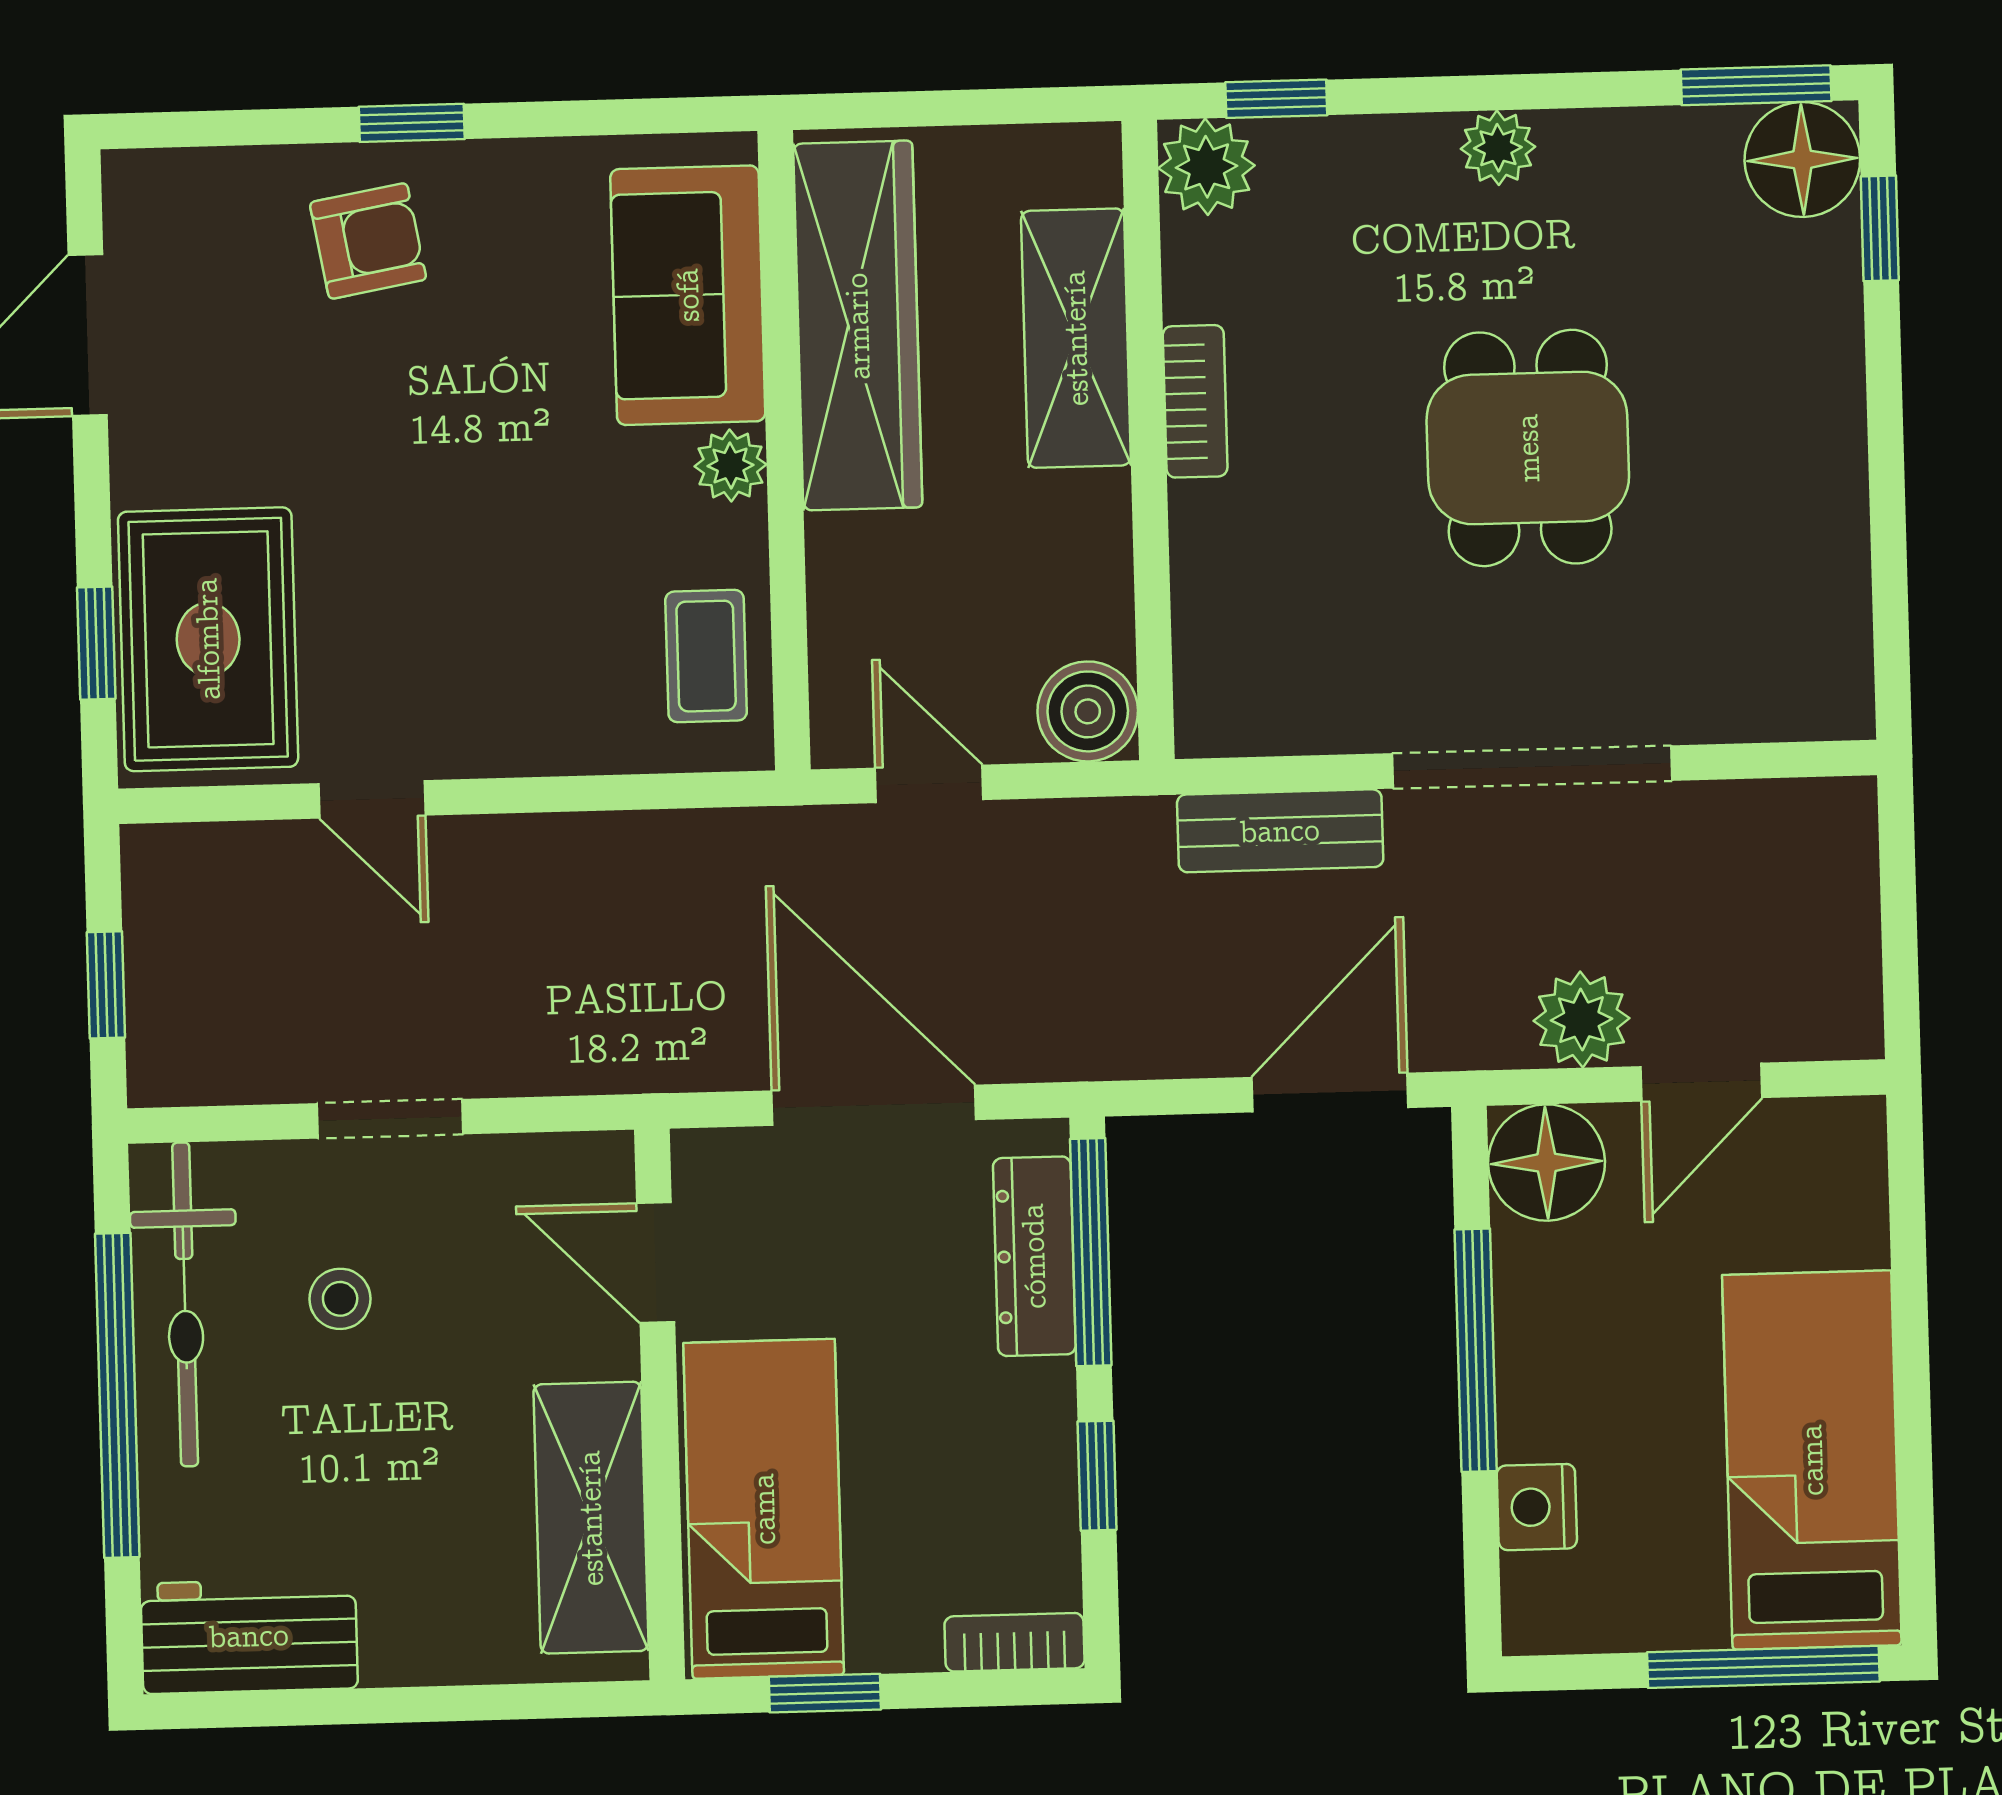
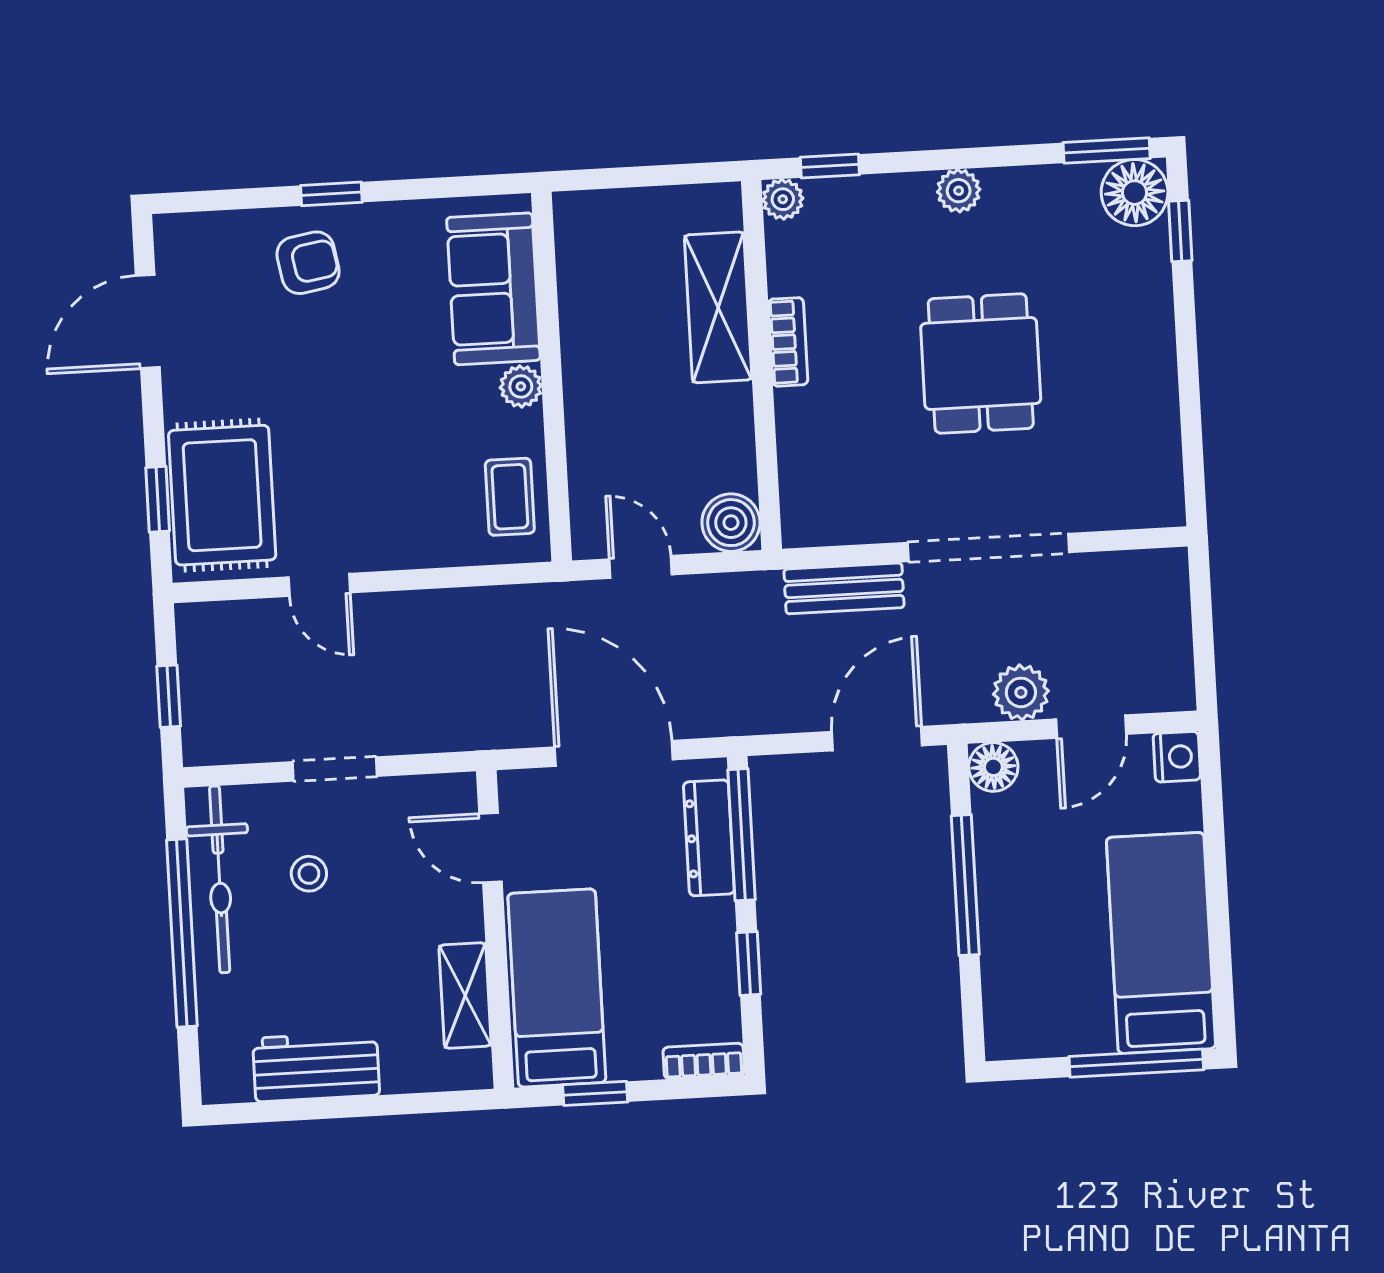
plant: (1207, 167) -> (783, 199), width x0.73, depth x0.73
wardrobe: (858, 326) -> (592, 304), removed
floor lamp: (1546, 1163) -> (993, 767), width x0.73, depth x0.73
nightstand: (1537, 1507) -> (1177, 757), moved, turned 180
shelving: (591, 1518) -> (465, 995), width x0.67, depth x0.75
workbench: (249, 1636) -> (316, 1067), moved

